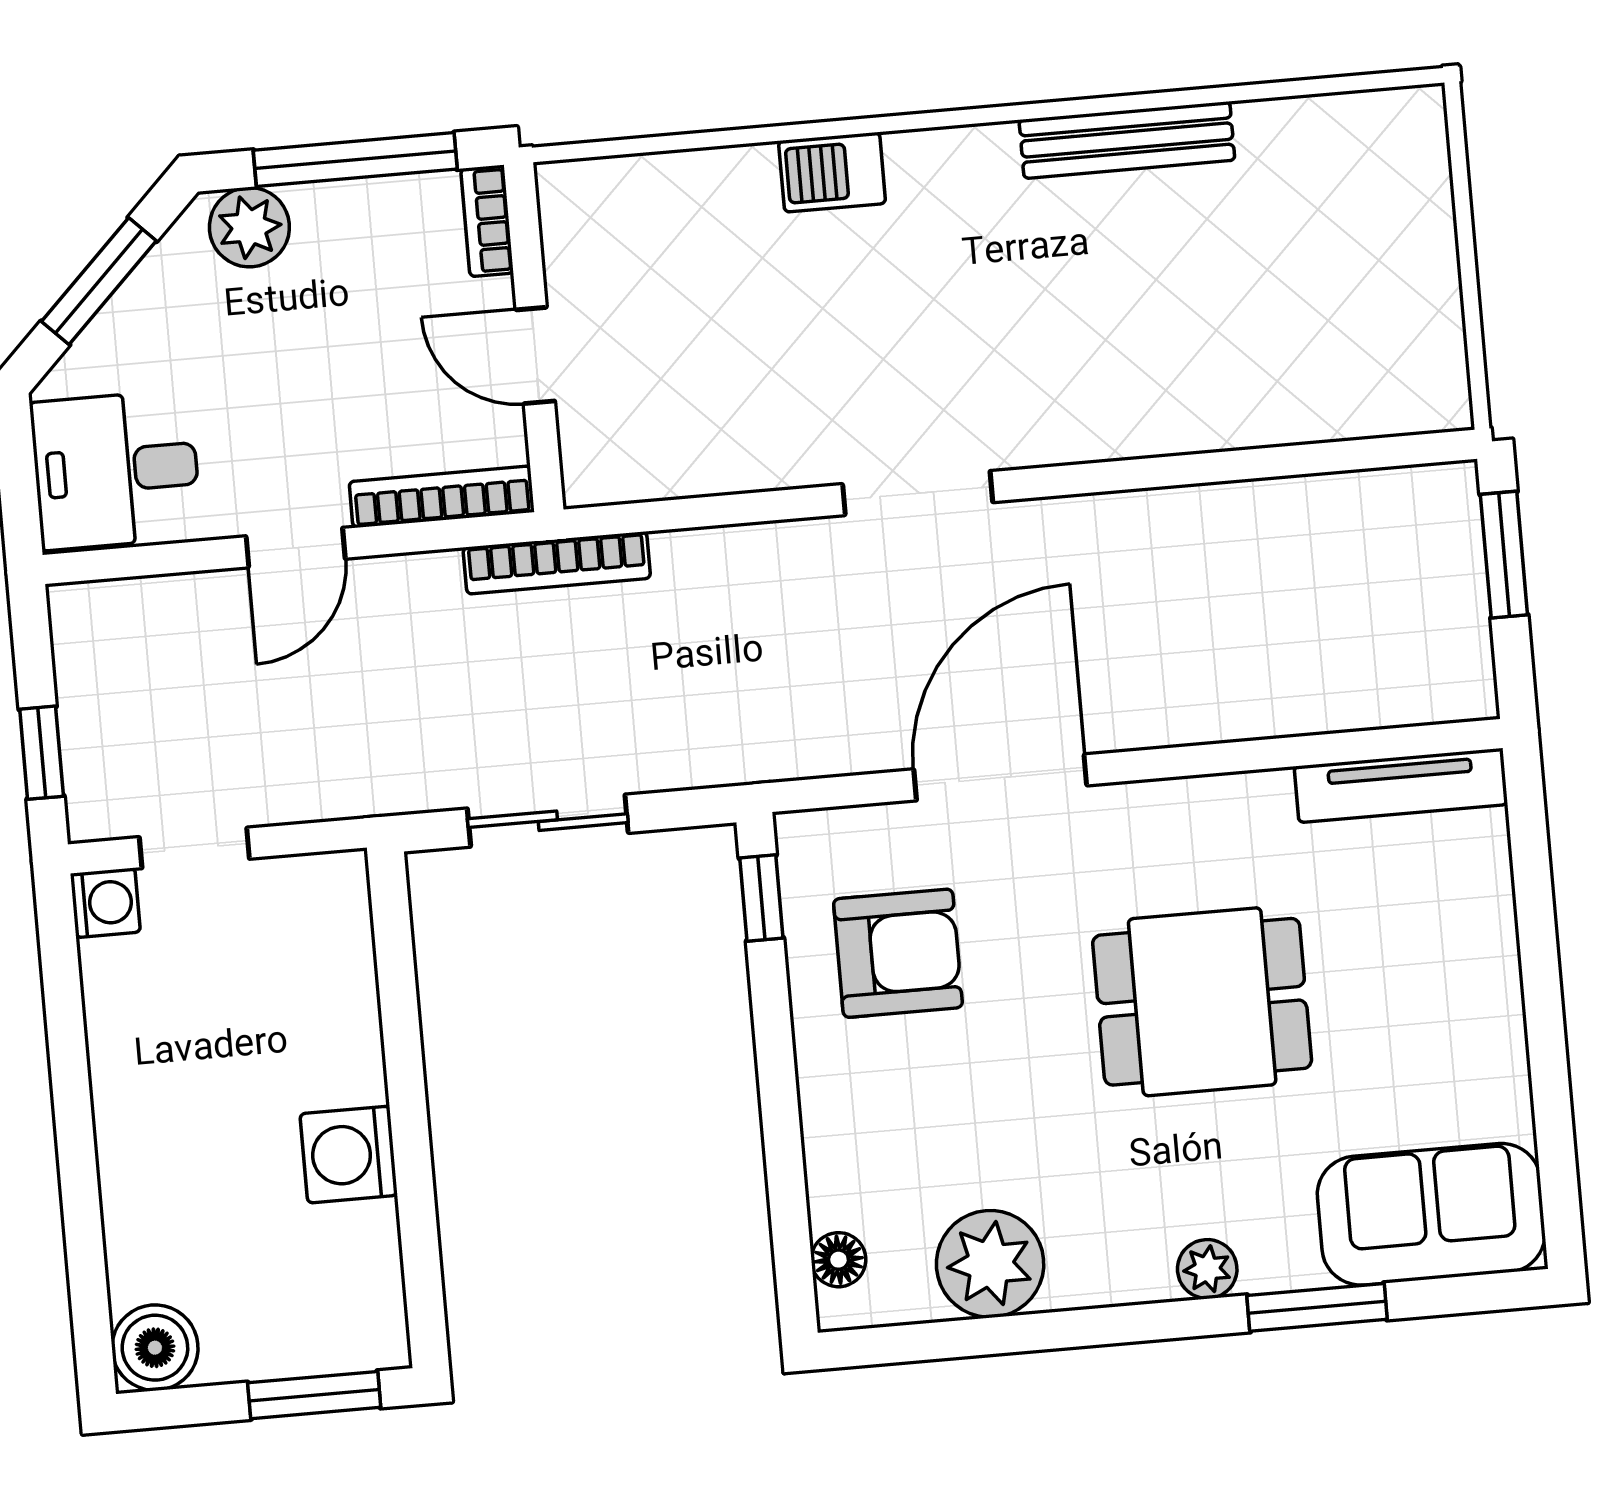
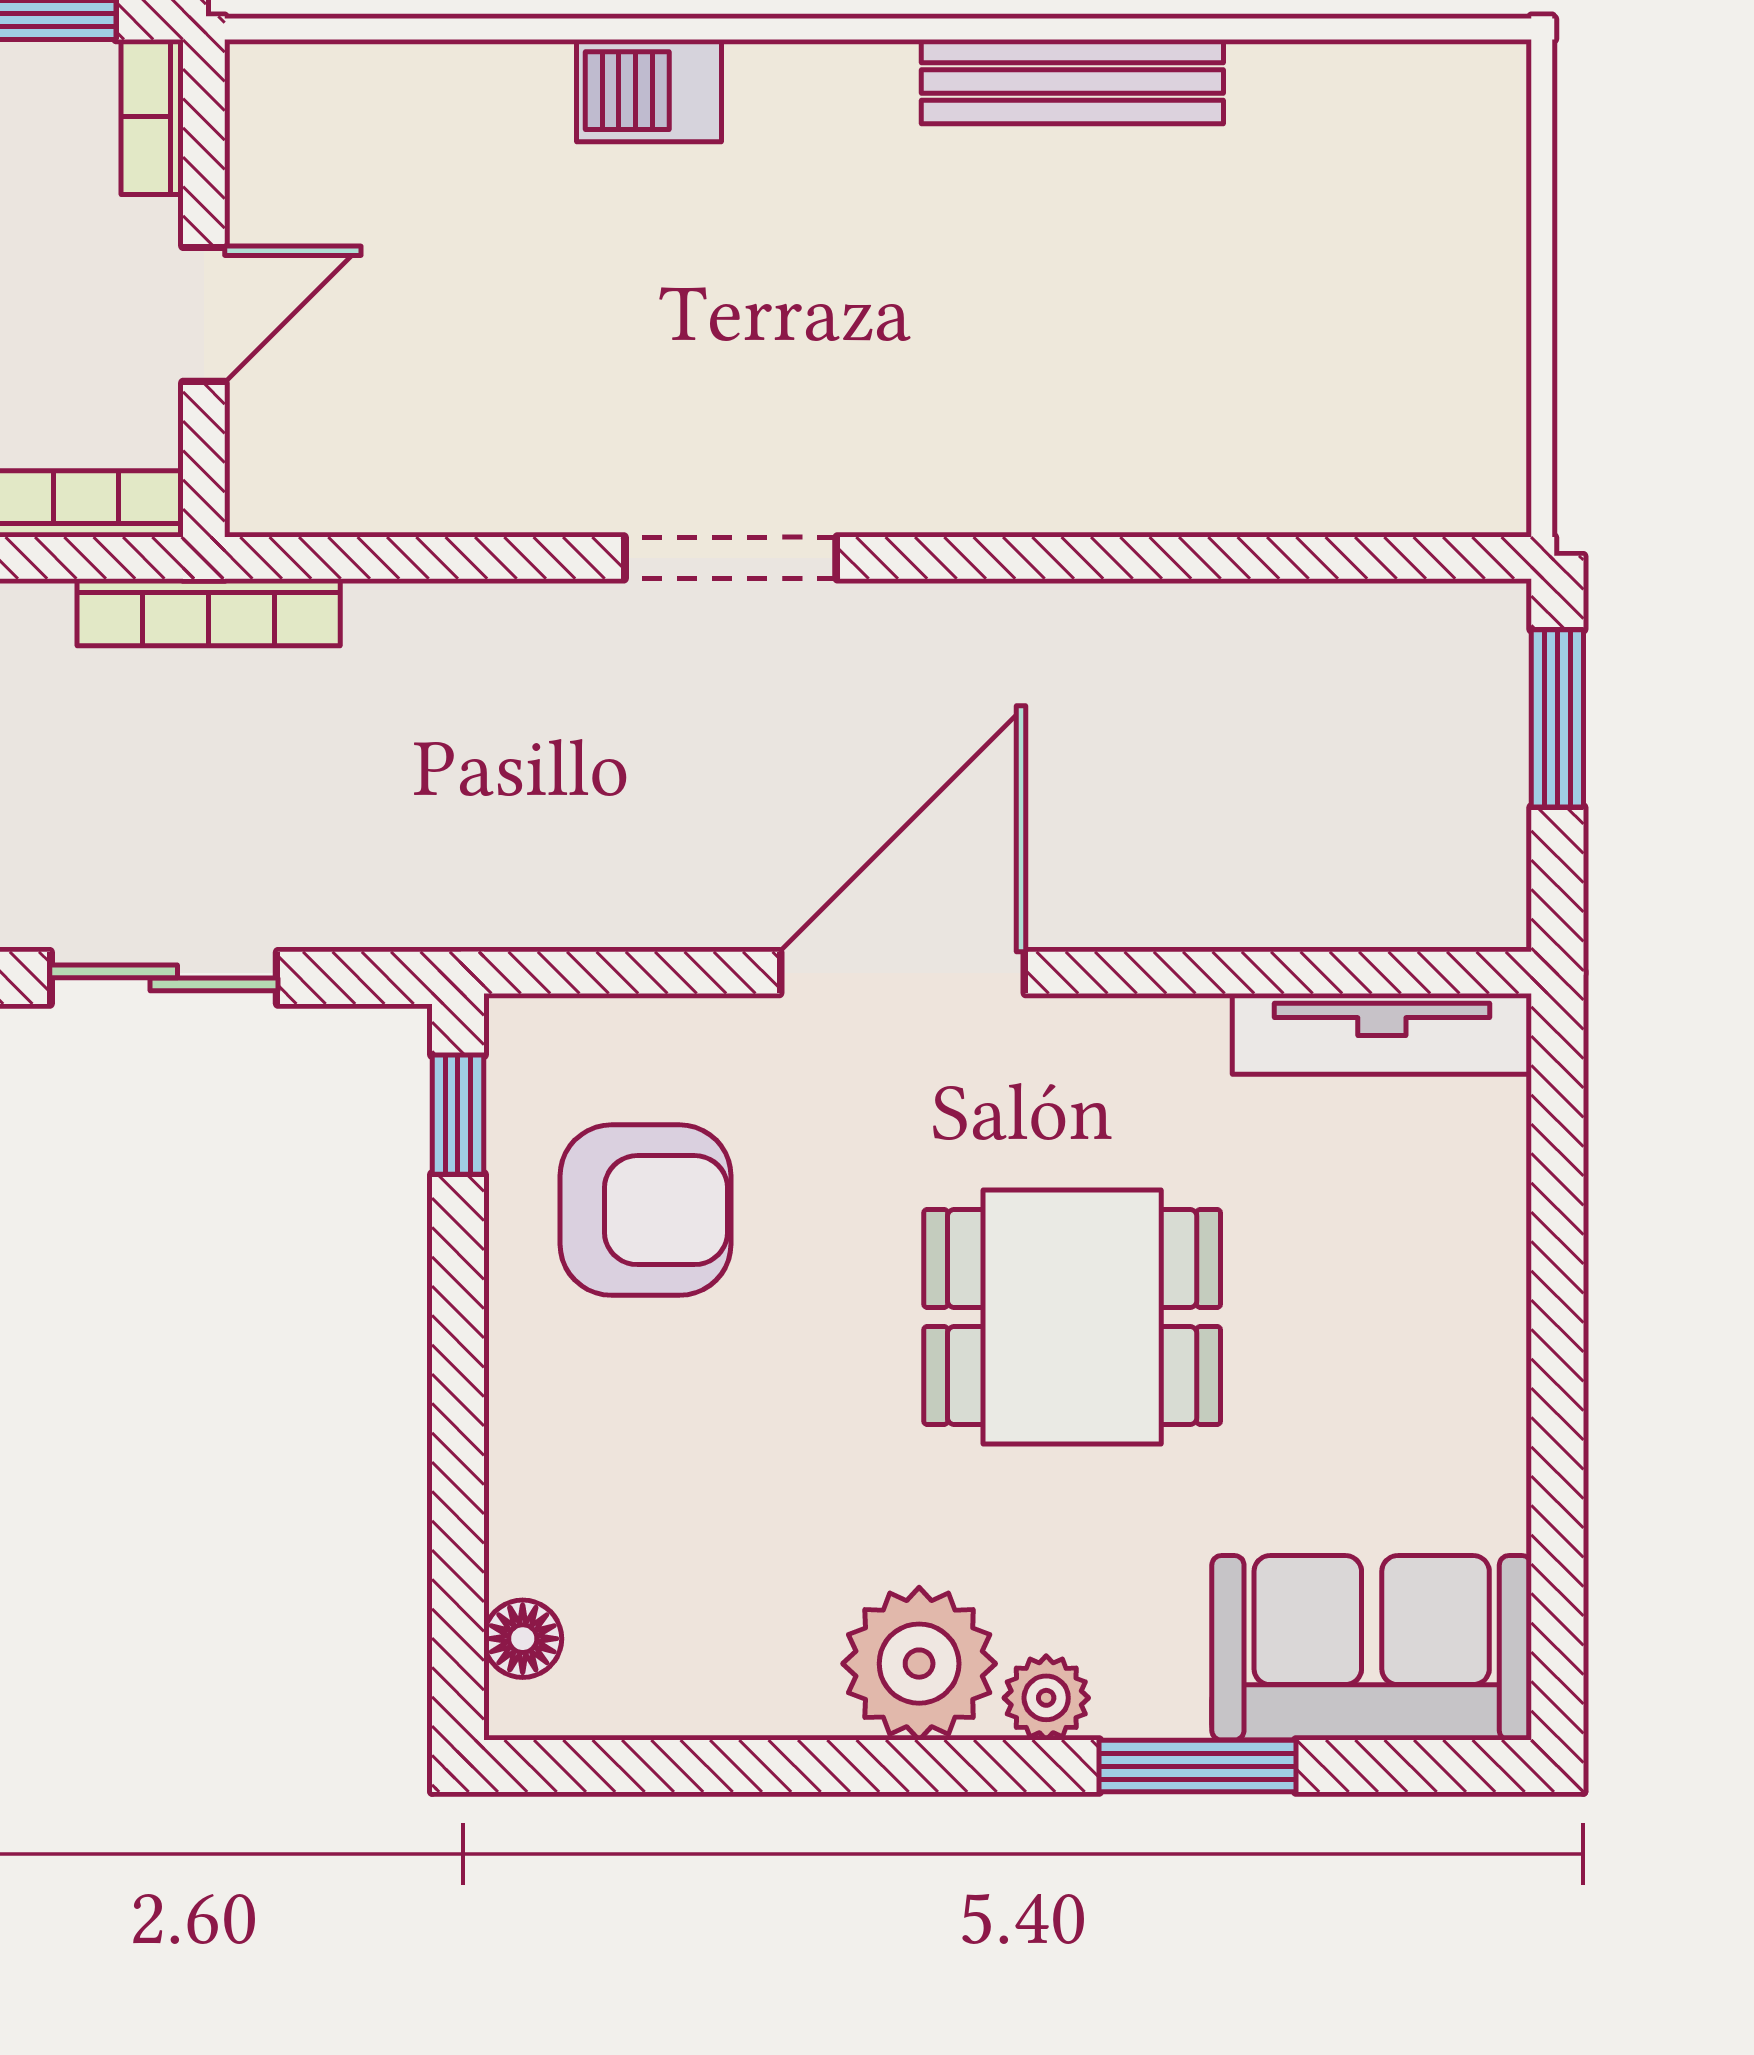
door: (535, 355) -> (204, 314), swing flipped
door: (1000, 777) -> (902, 973), moved
plant: (990, 1264) -> (919, 1664), moved

